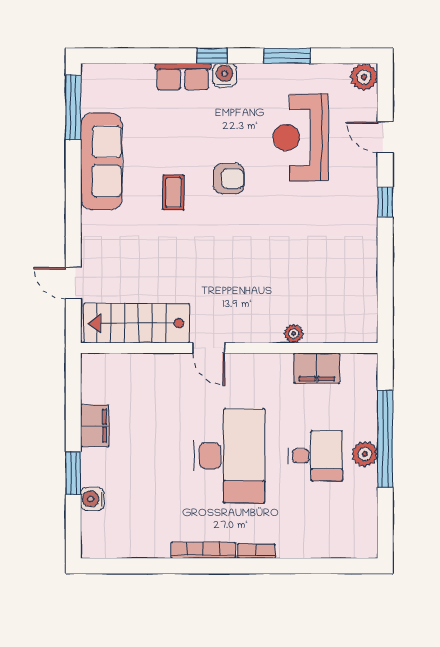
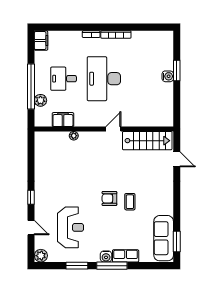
window: (212, 56) -> (112, 266), width x2.17
window: (73, 107) -> (177, 242), width x0.69
sofa: (101, 161) -> (164, 238), moved
armchair: (229, 179) -> (109, 198), moved
door: (209, 348) -> (113, 129), hinge flipped
filing cabinet: (95, 426) -> (41, 41), moved, turned 180
plant: (365, 454) -> (40, 100), moved
water cooler: (92, 499) -> (168, 76), moved

